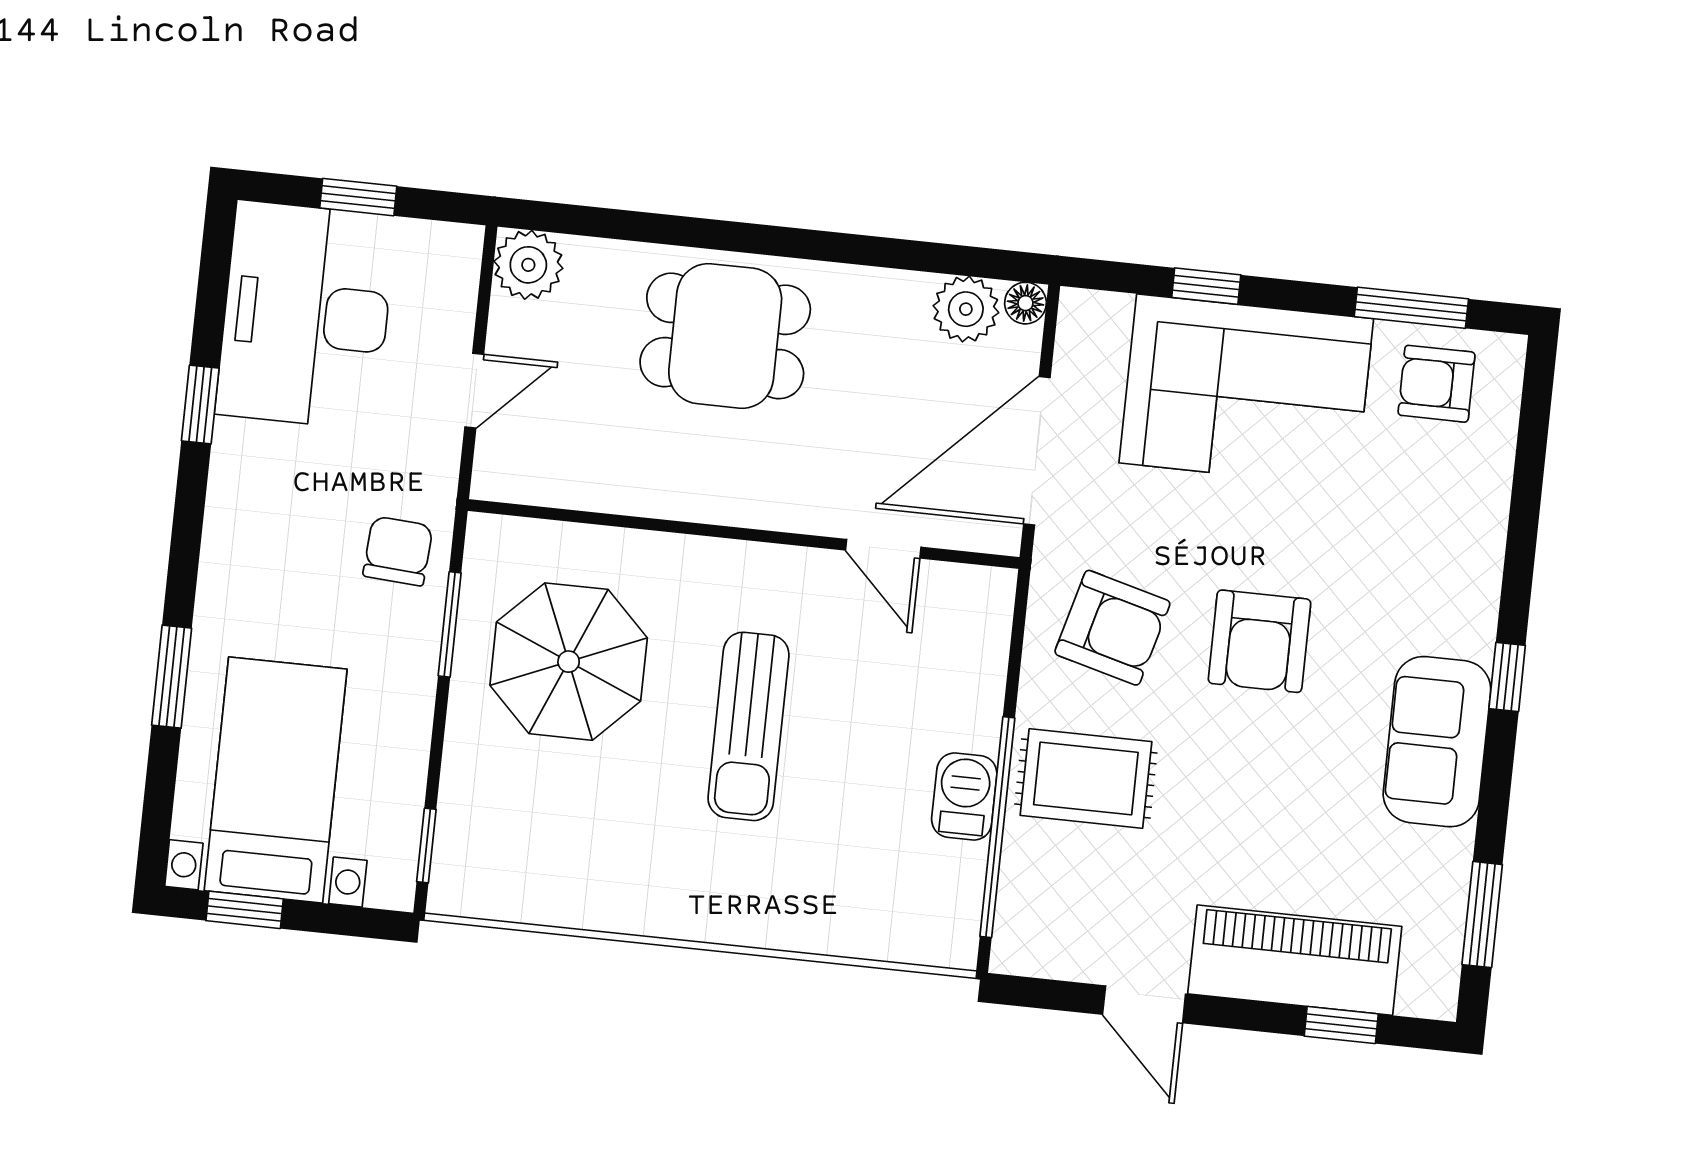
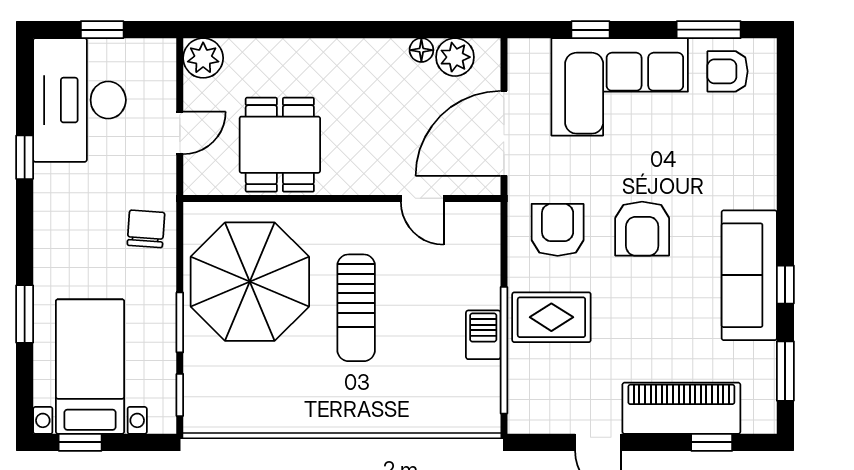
floor lamp: (1025, 303) -> (421, 50), moved
dining table: (725, 336) -> (280, 145), moved, turned 90
window: (450, 624) -> (180, 322), moved
armchair: (1112, 628) -> (558, 230), turned -105
parasol: (569, 662) -> (250, 282), width x1.36, depth x1.36
window: (1507, 677) -> (785, 285), moved
sofa: (1437, 742) -> (749, 275), width x1.36

